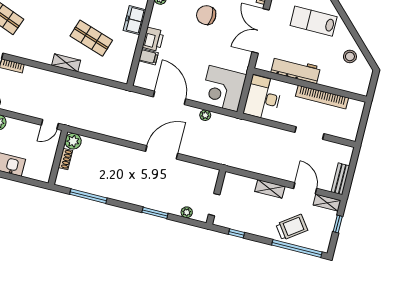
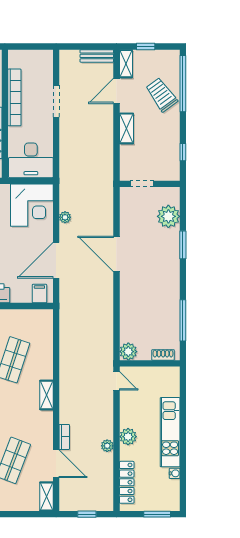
filing cabinet: (148, 57) -> (39, 294), moved
shelving: (66, 63) -> (46, 395), moved
shoe rack: (65, 159) -> (163, 355), moved
doorway: (214, 205) -> (142, 184), moved
plant: (187, 212) -> (168, 216), width x1.88, depth x1.88

